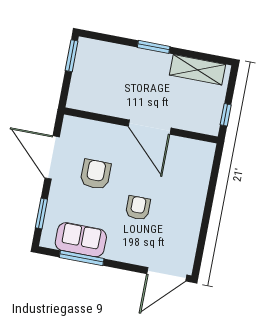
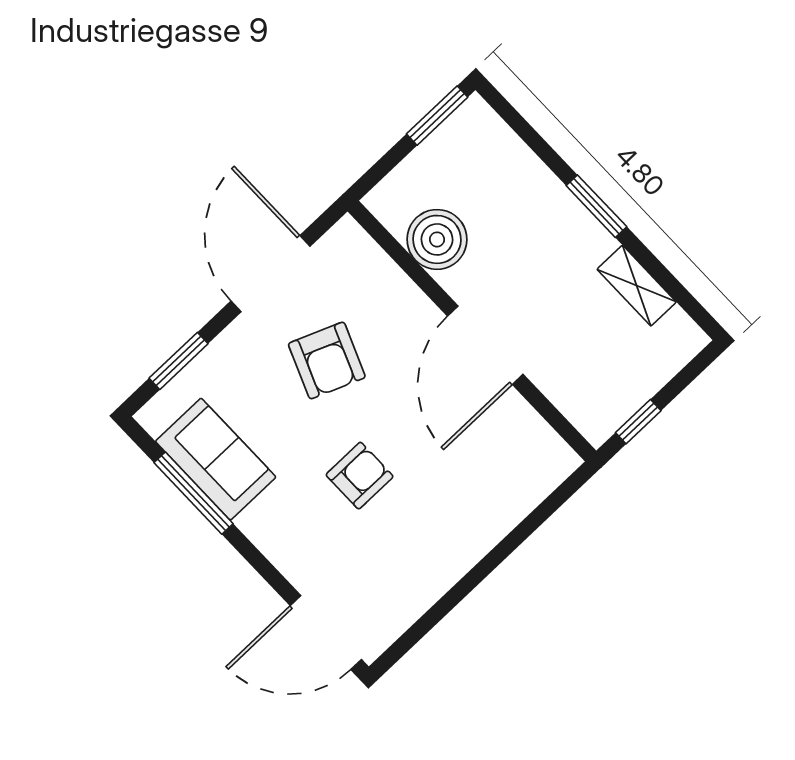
shelving: (198, 70) -> (637, 286), width x0.67, depth x0.75
boiler: (104, 101) -> (437, 239), added
armchair: (96, 174) -> (327, 360), turned 112

